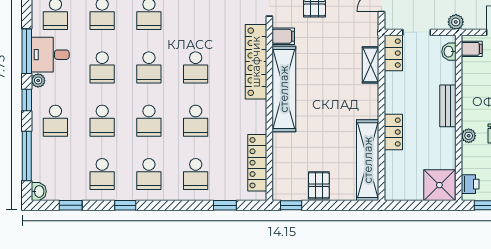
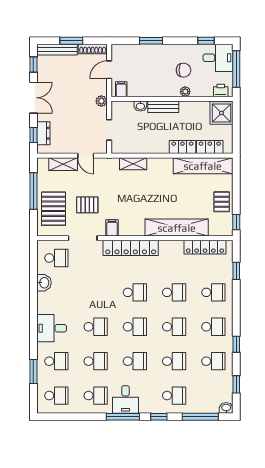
washbasin: (449, 52) -> (140, 106), moved
locker: (393, 53) -> (210, 147), moved
plant: (38, 81) -> (145, 408), removed
shelving: (284, 89) -> (177, 228), moved
pallet: (319, 185) -> (222, 202), turned 90

